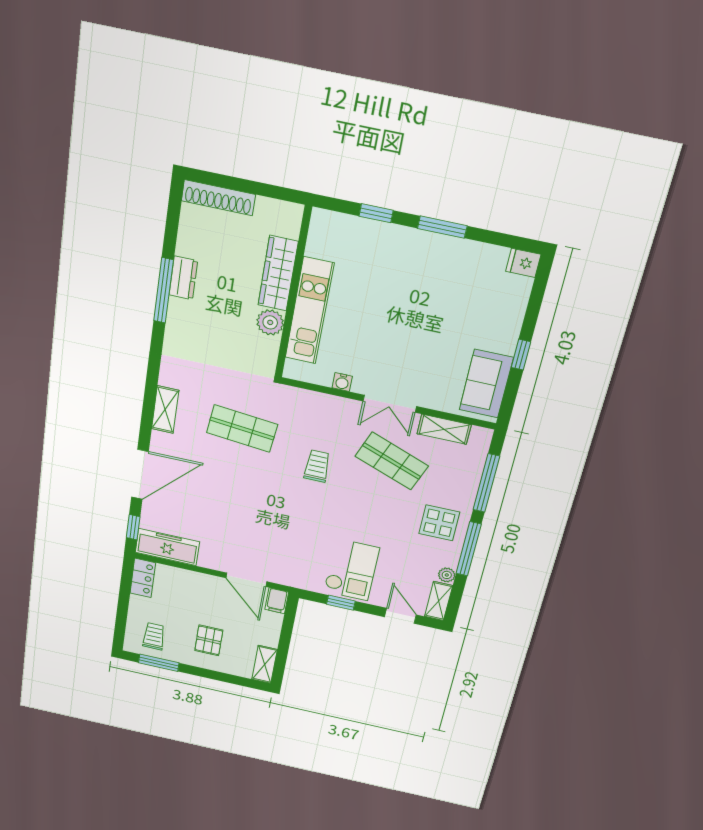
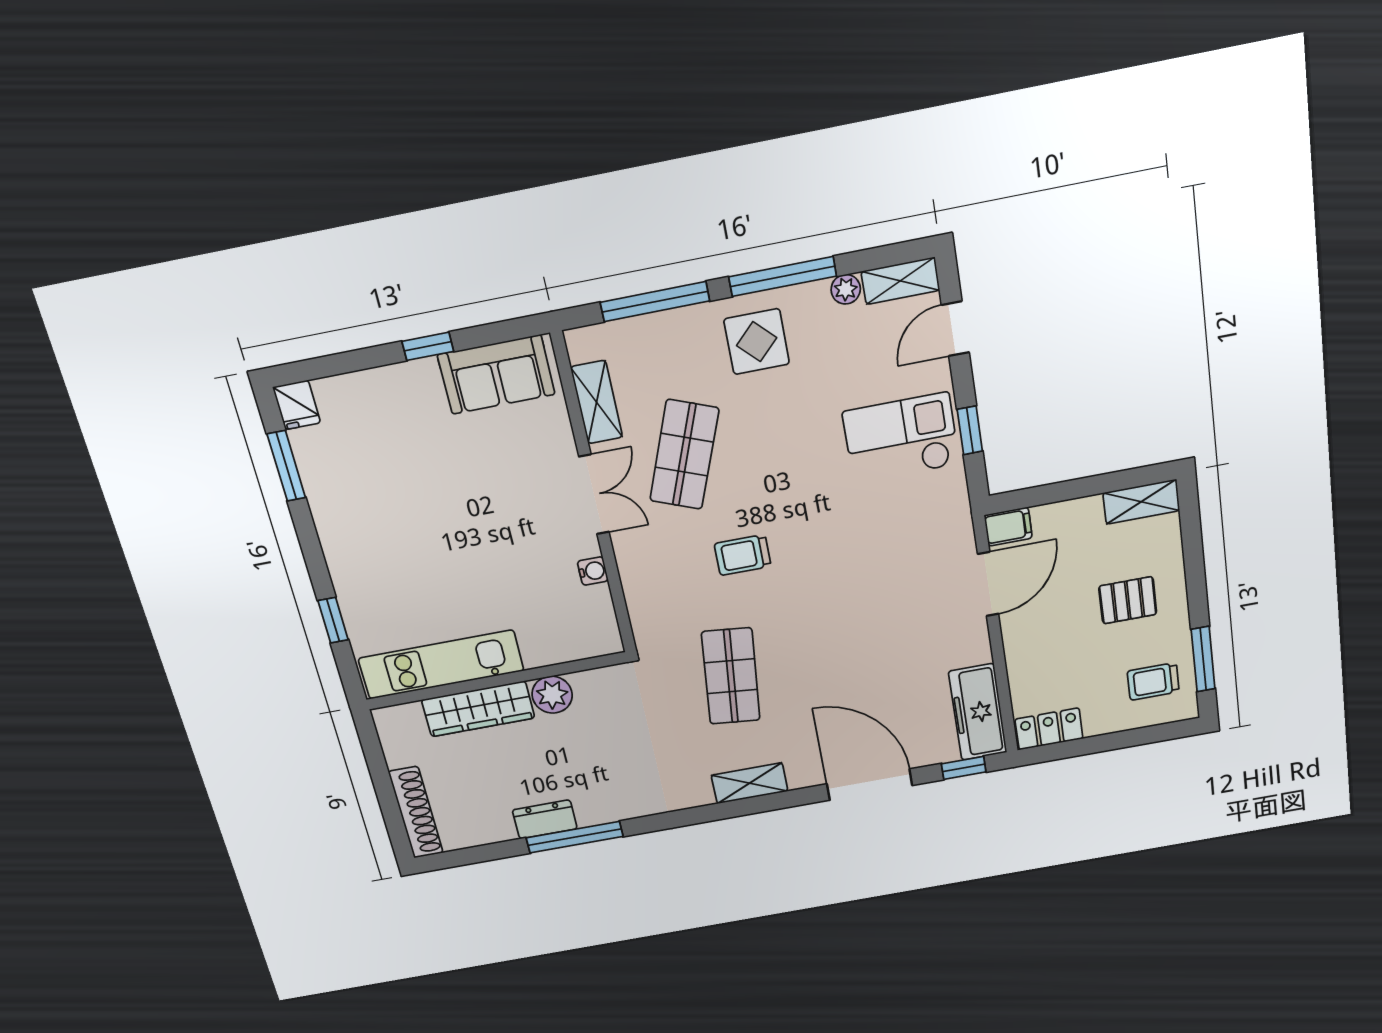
window: (442, 227) -> (286, 466), moved
kitchen unit: (309, 311) -> (441, 665), moved

